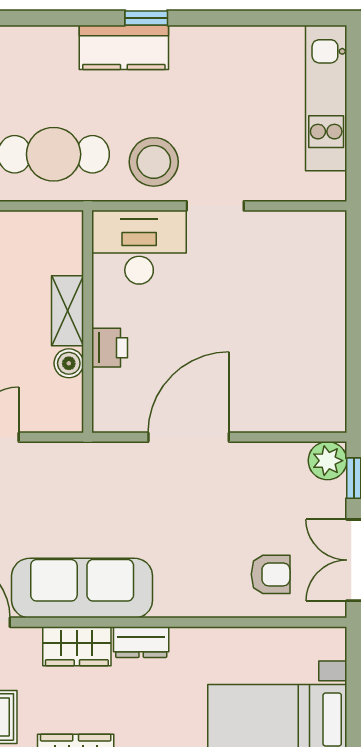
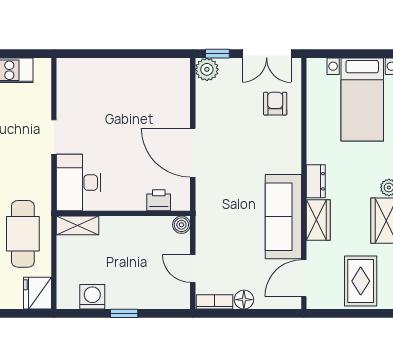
stool: (154, 162) -> (27, 174), removed
shelving: (68, 311) -> (78, 225), moved
printer: (110, 348) -> (159, 200), moved
boiler: (69, 363) -> (181, 225), moved

